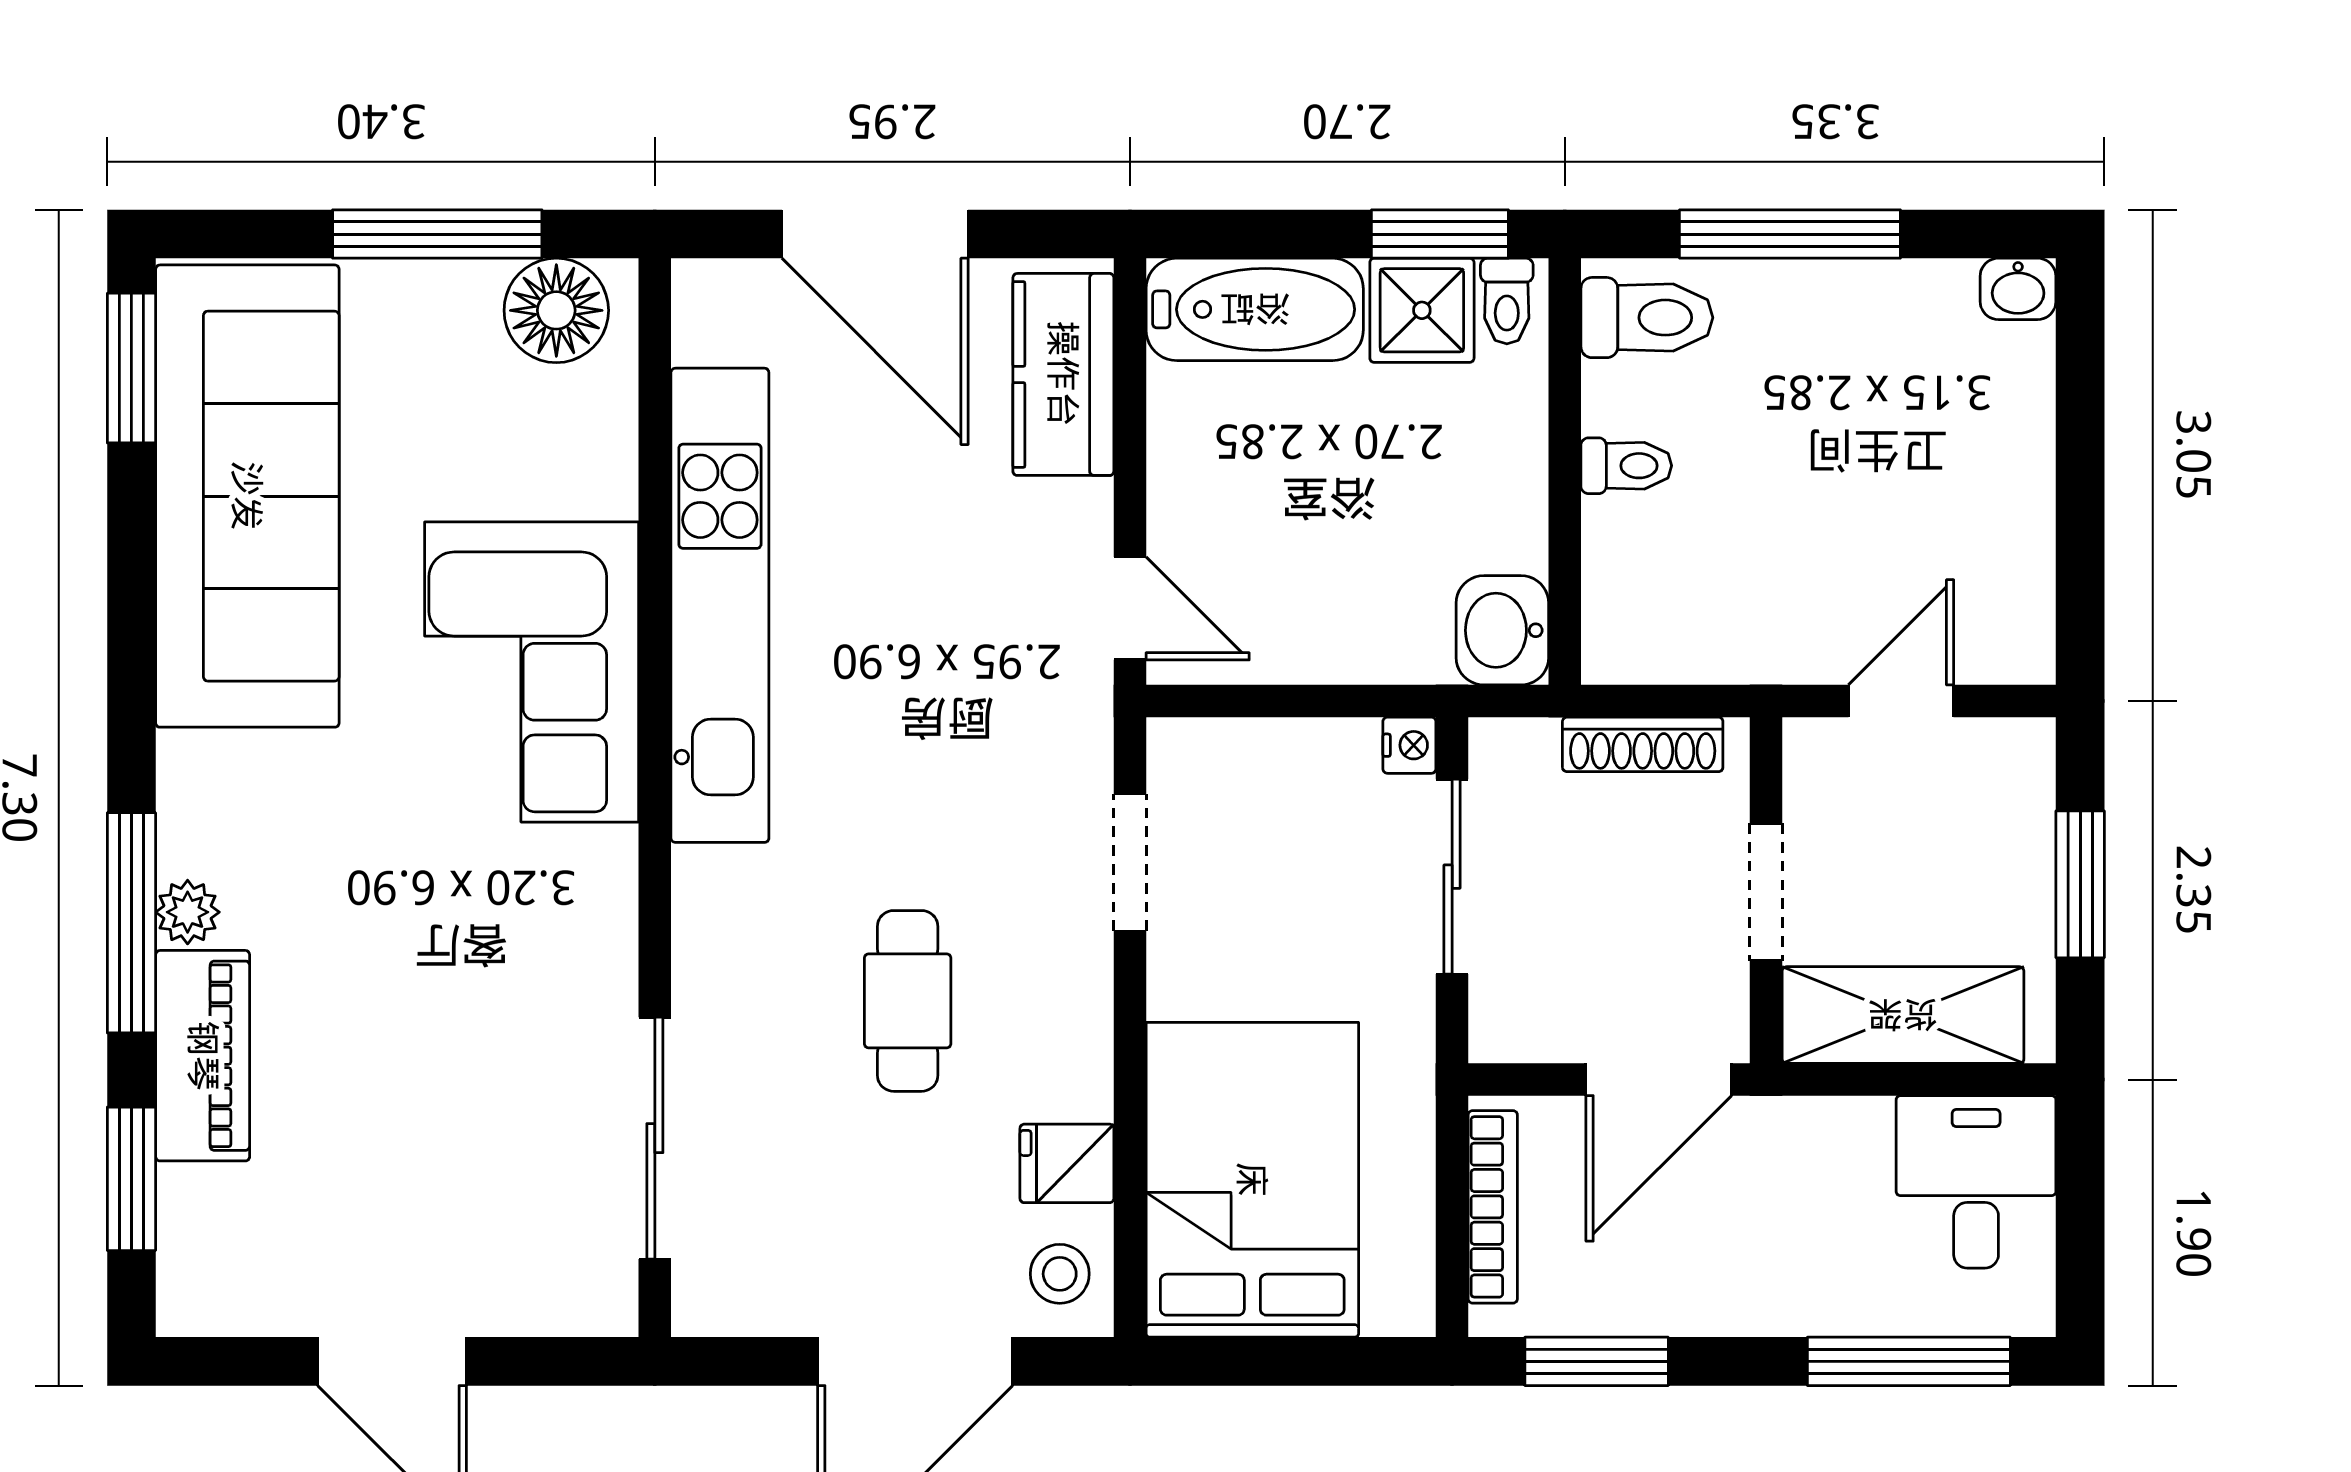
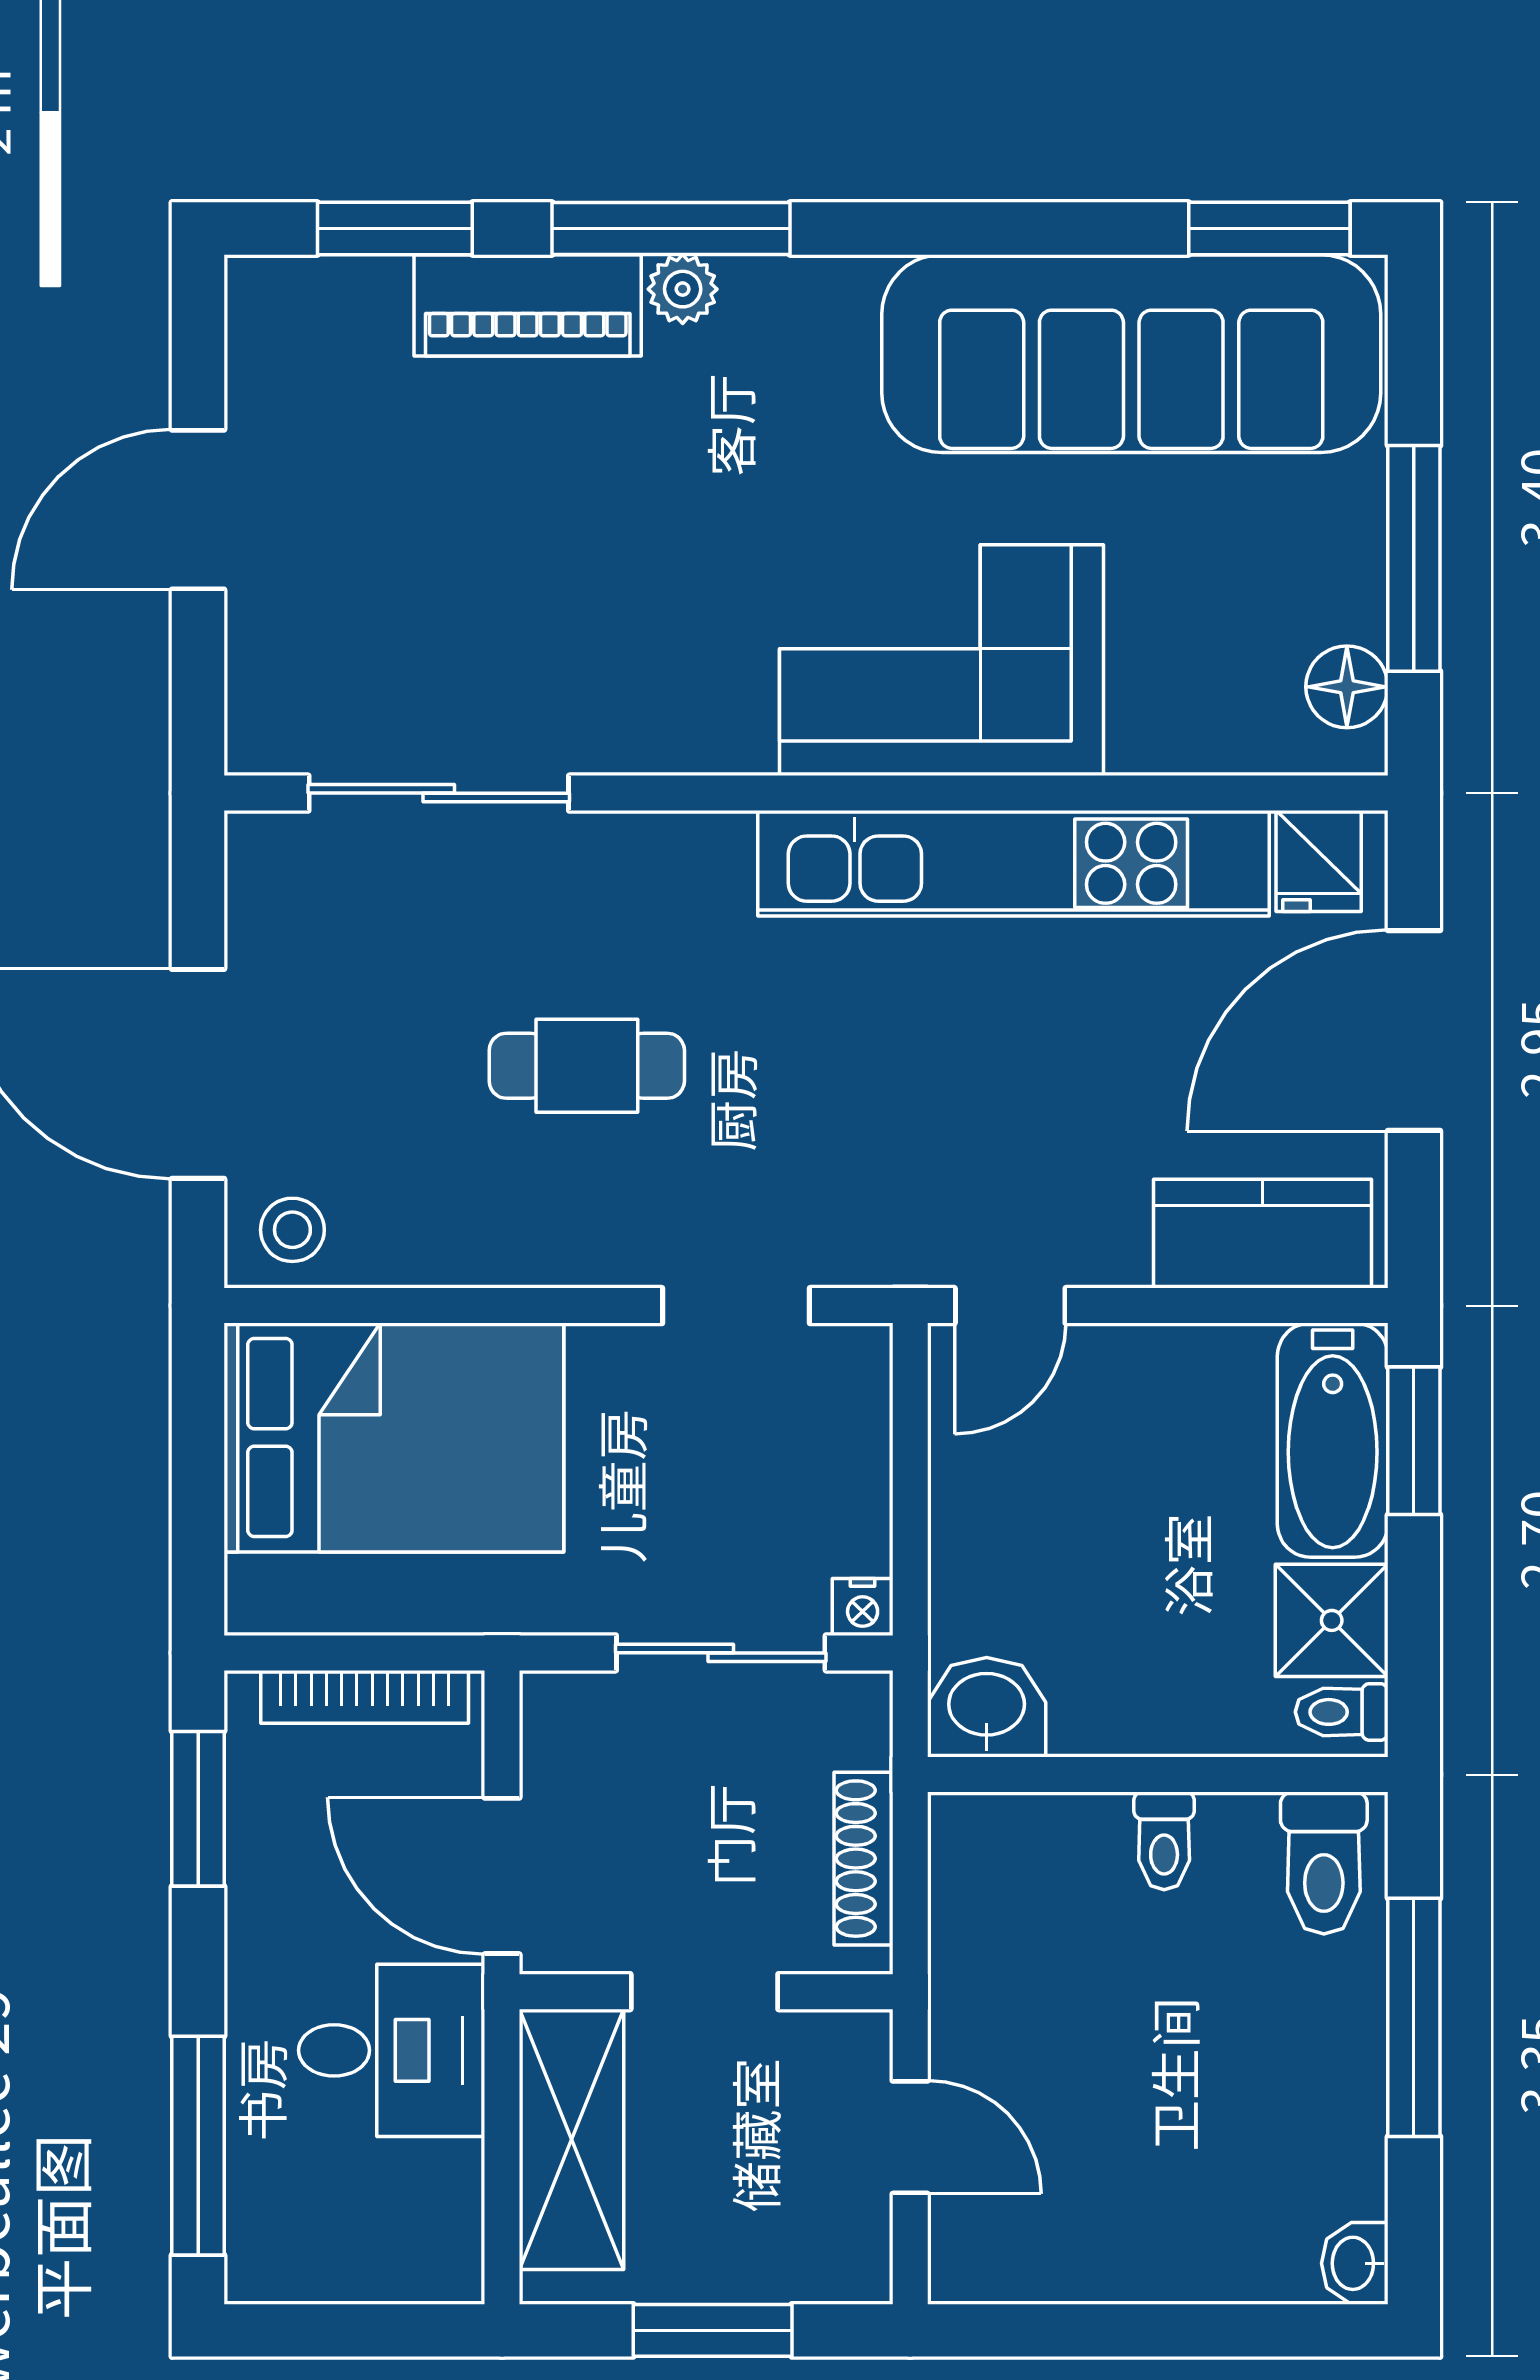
window: (1440, 234) -> (1414, 1441), moved
floor lamp: (556, 310) -> (1347, 687), width x0.73, depth x0.73
fridge: (1067, 1163) -> (1319, 861), moved, turned 180
desk: (1976, 1182) -> (392, 2050), moved

